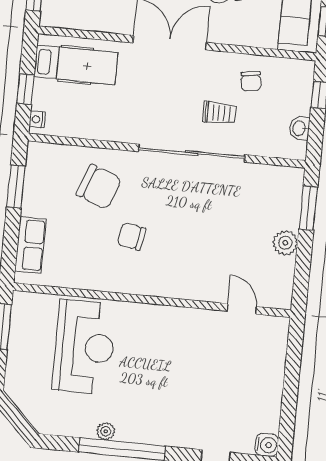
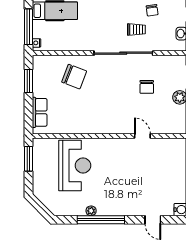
window: (25, 89) -> (28, 27), width x2.17
chair: (132, 236) -> (147, 87), moved, turned -100
door: (242, 309) -> (142, 136), moved

